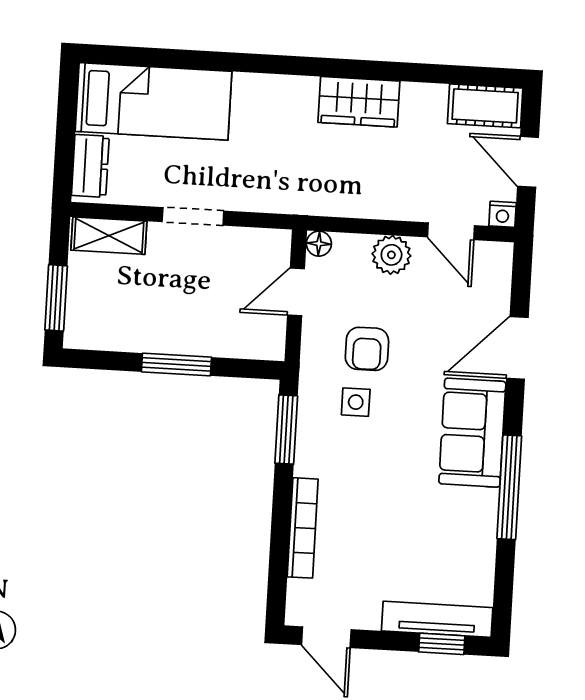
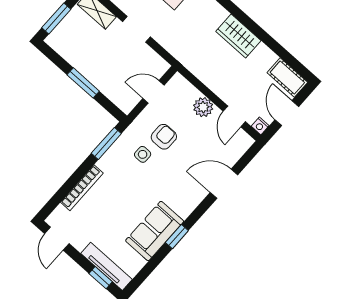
floor lamp: (319, 244) -> (178, 80), removed
armchair: (367, 349) -> (164, 137), turned 180
sofa: (472, 433) -> (155, 231), moved
window: (509, 487) -> (177, 237), width x0.46

